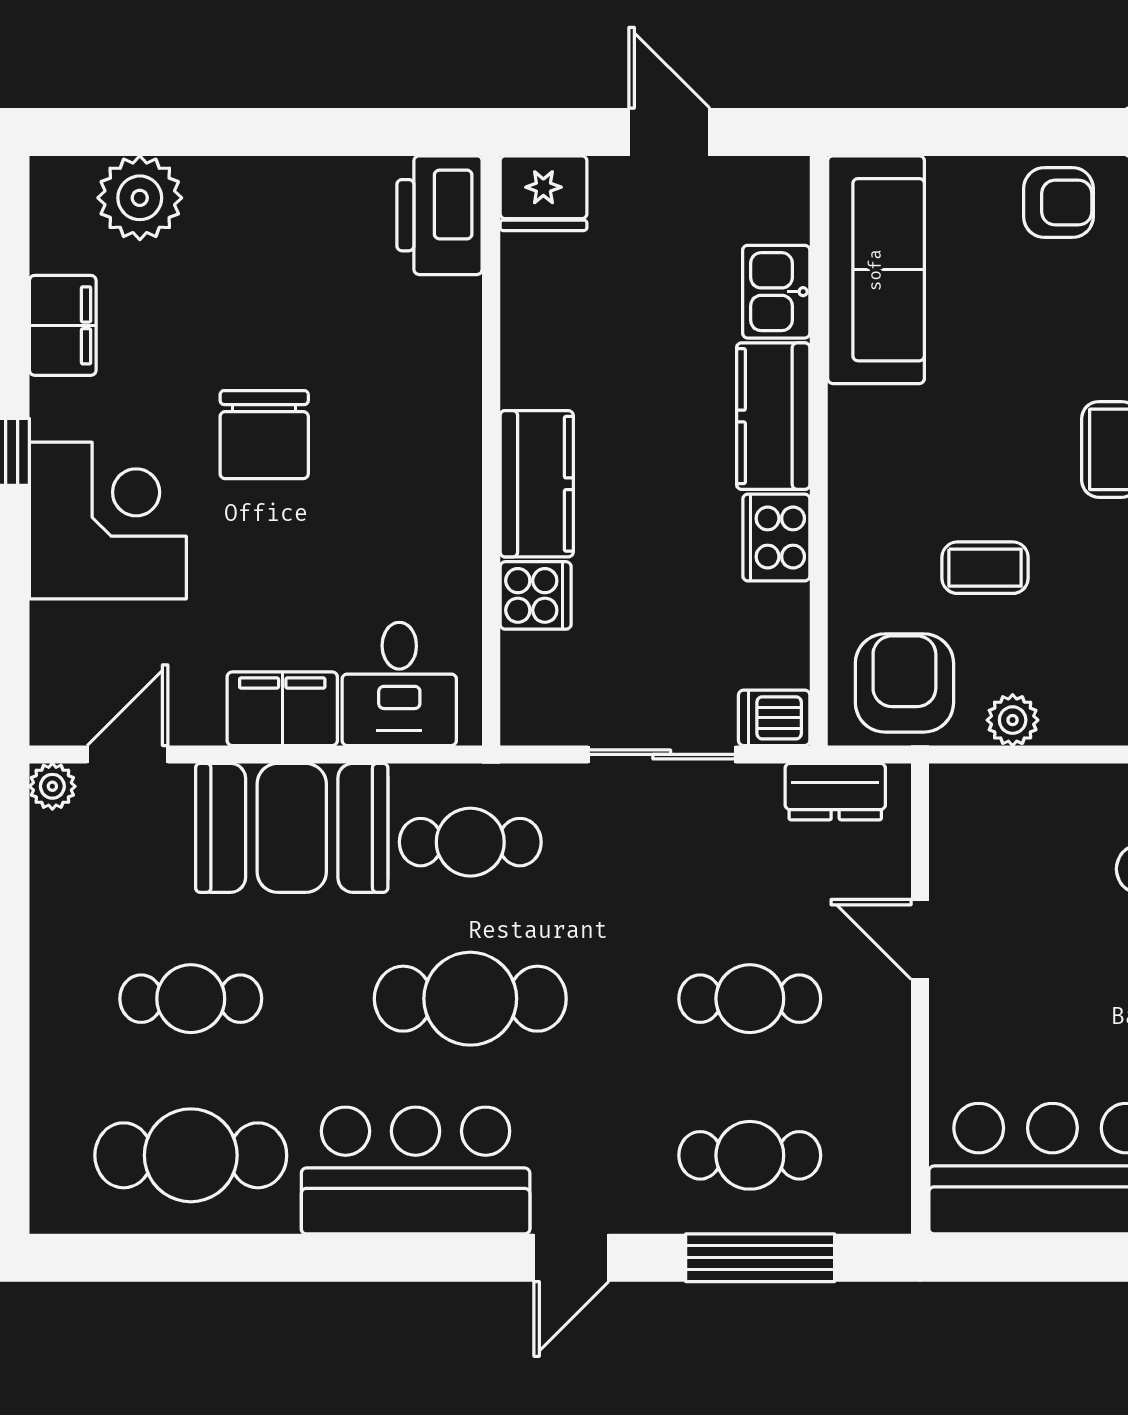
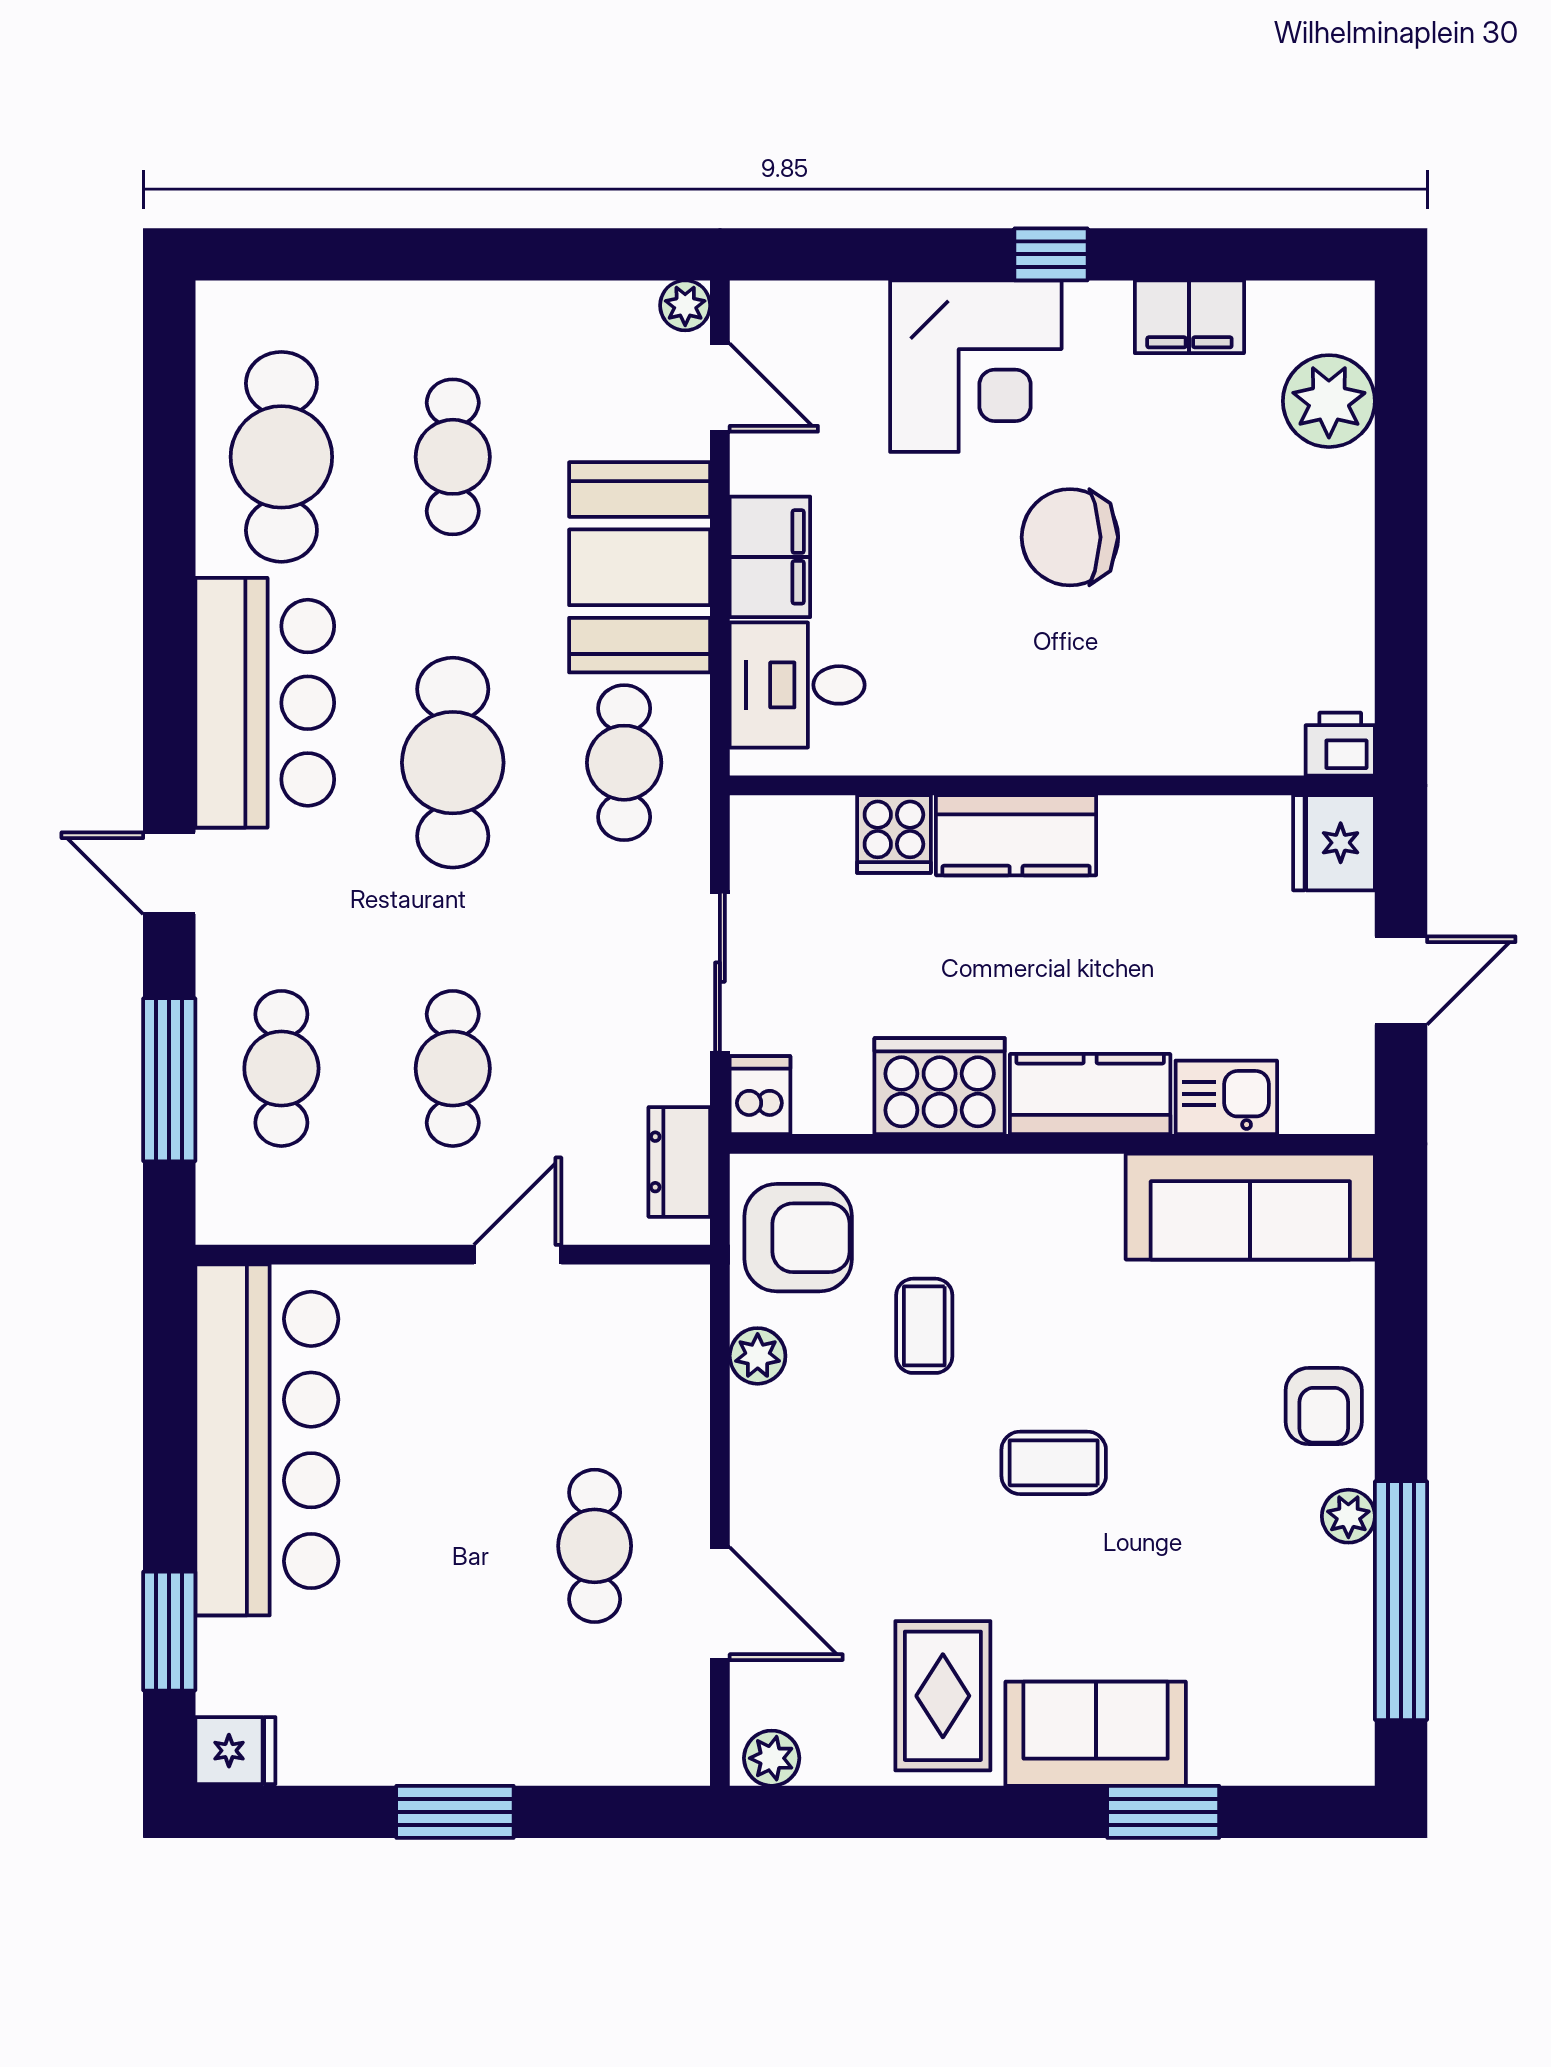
printer: (440, 215) -> (1340, 744), width x0.53, depth x0.68
cooker: (776, 538) -> (940, 1086), width x1.37, depth x1.31

